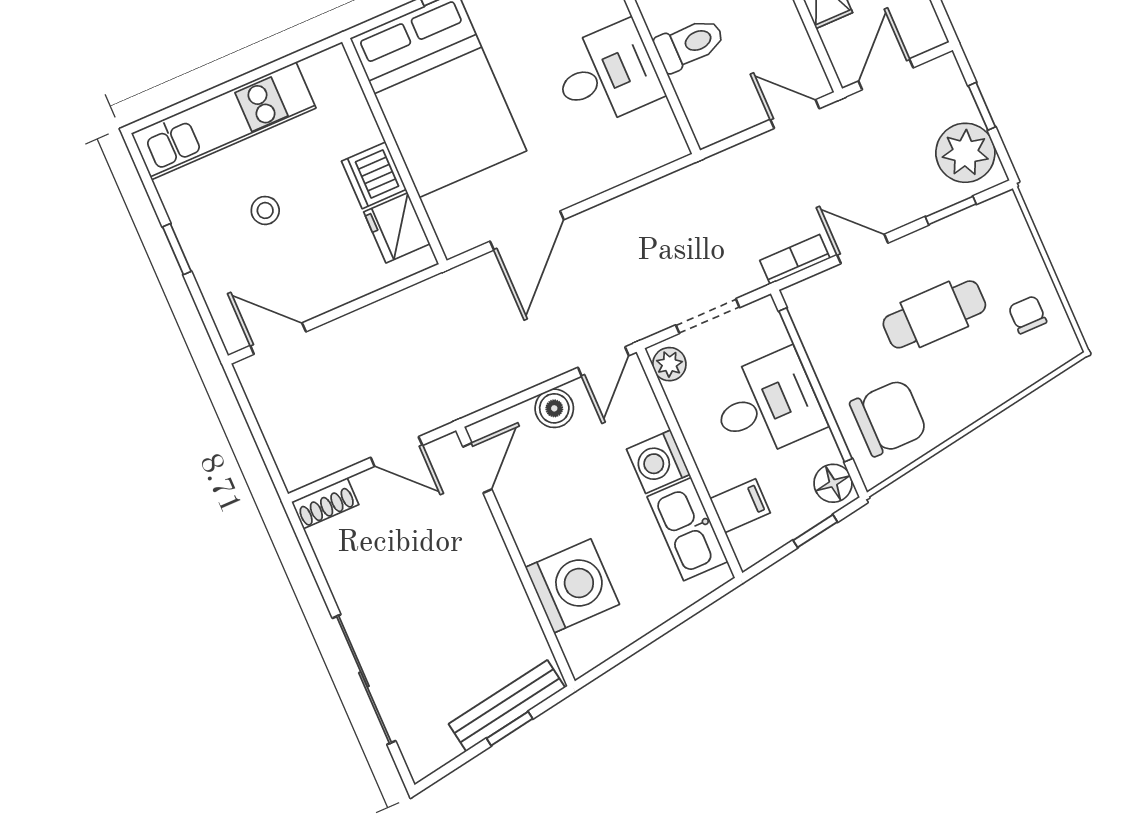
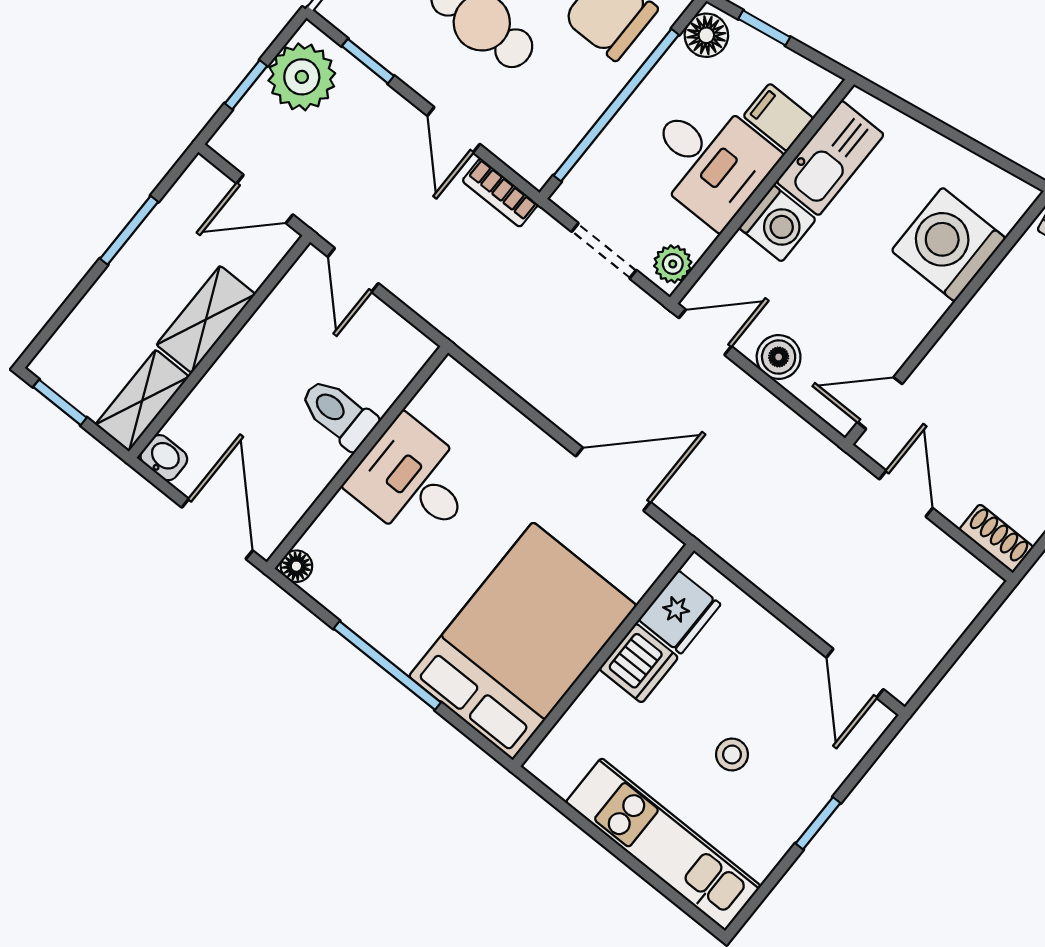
desk: (767, 405) -> (709, 160), moved, turned 180

